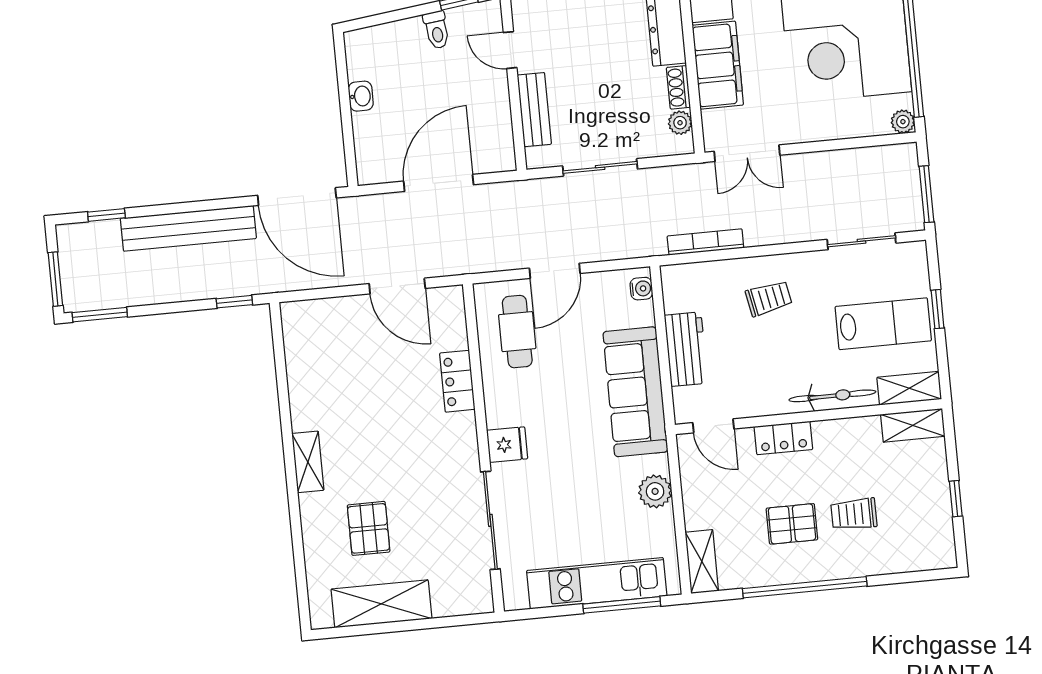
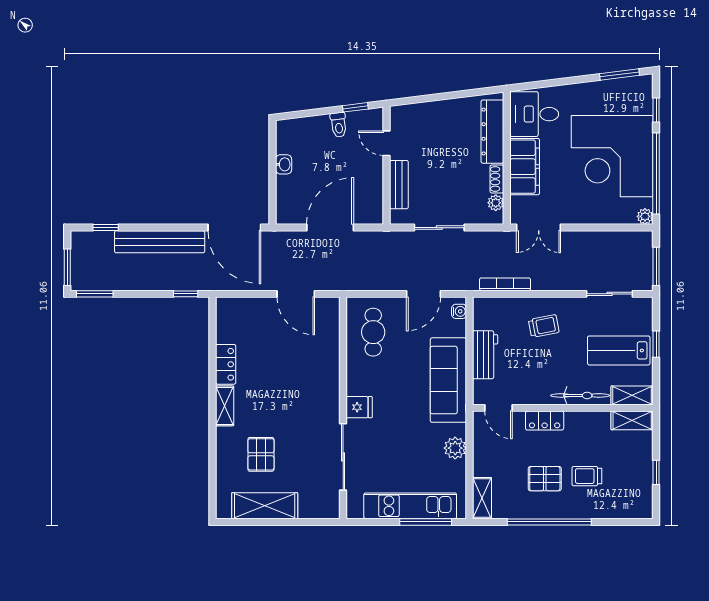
door: (555, 271) -> (423, 294), moved
lab bench: (883, 324) -> (619, 350), turned 180
locker: (457, 381) -> (226, 364), moved, turned 180

